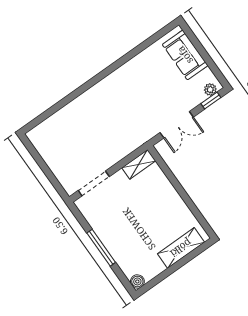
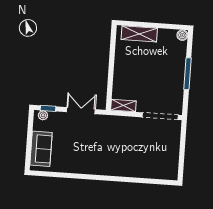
doorway: (94, 184) -> (160, 116), width x1.36

